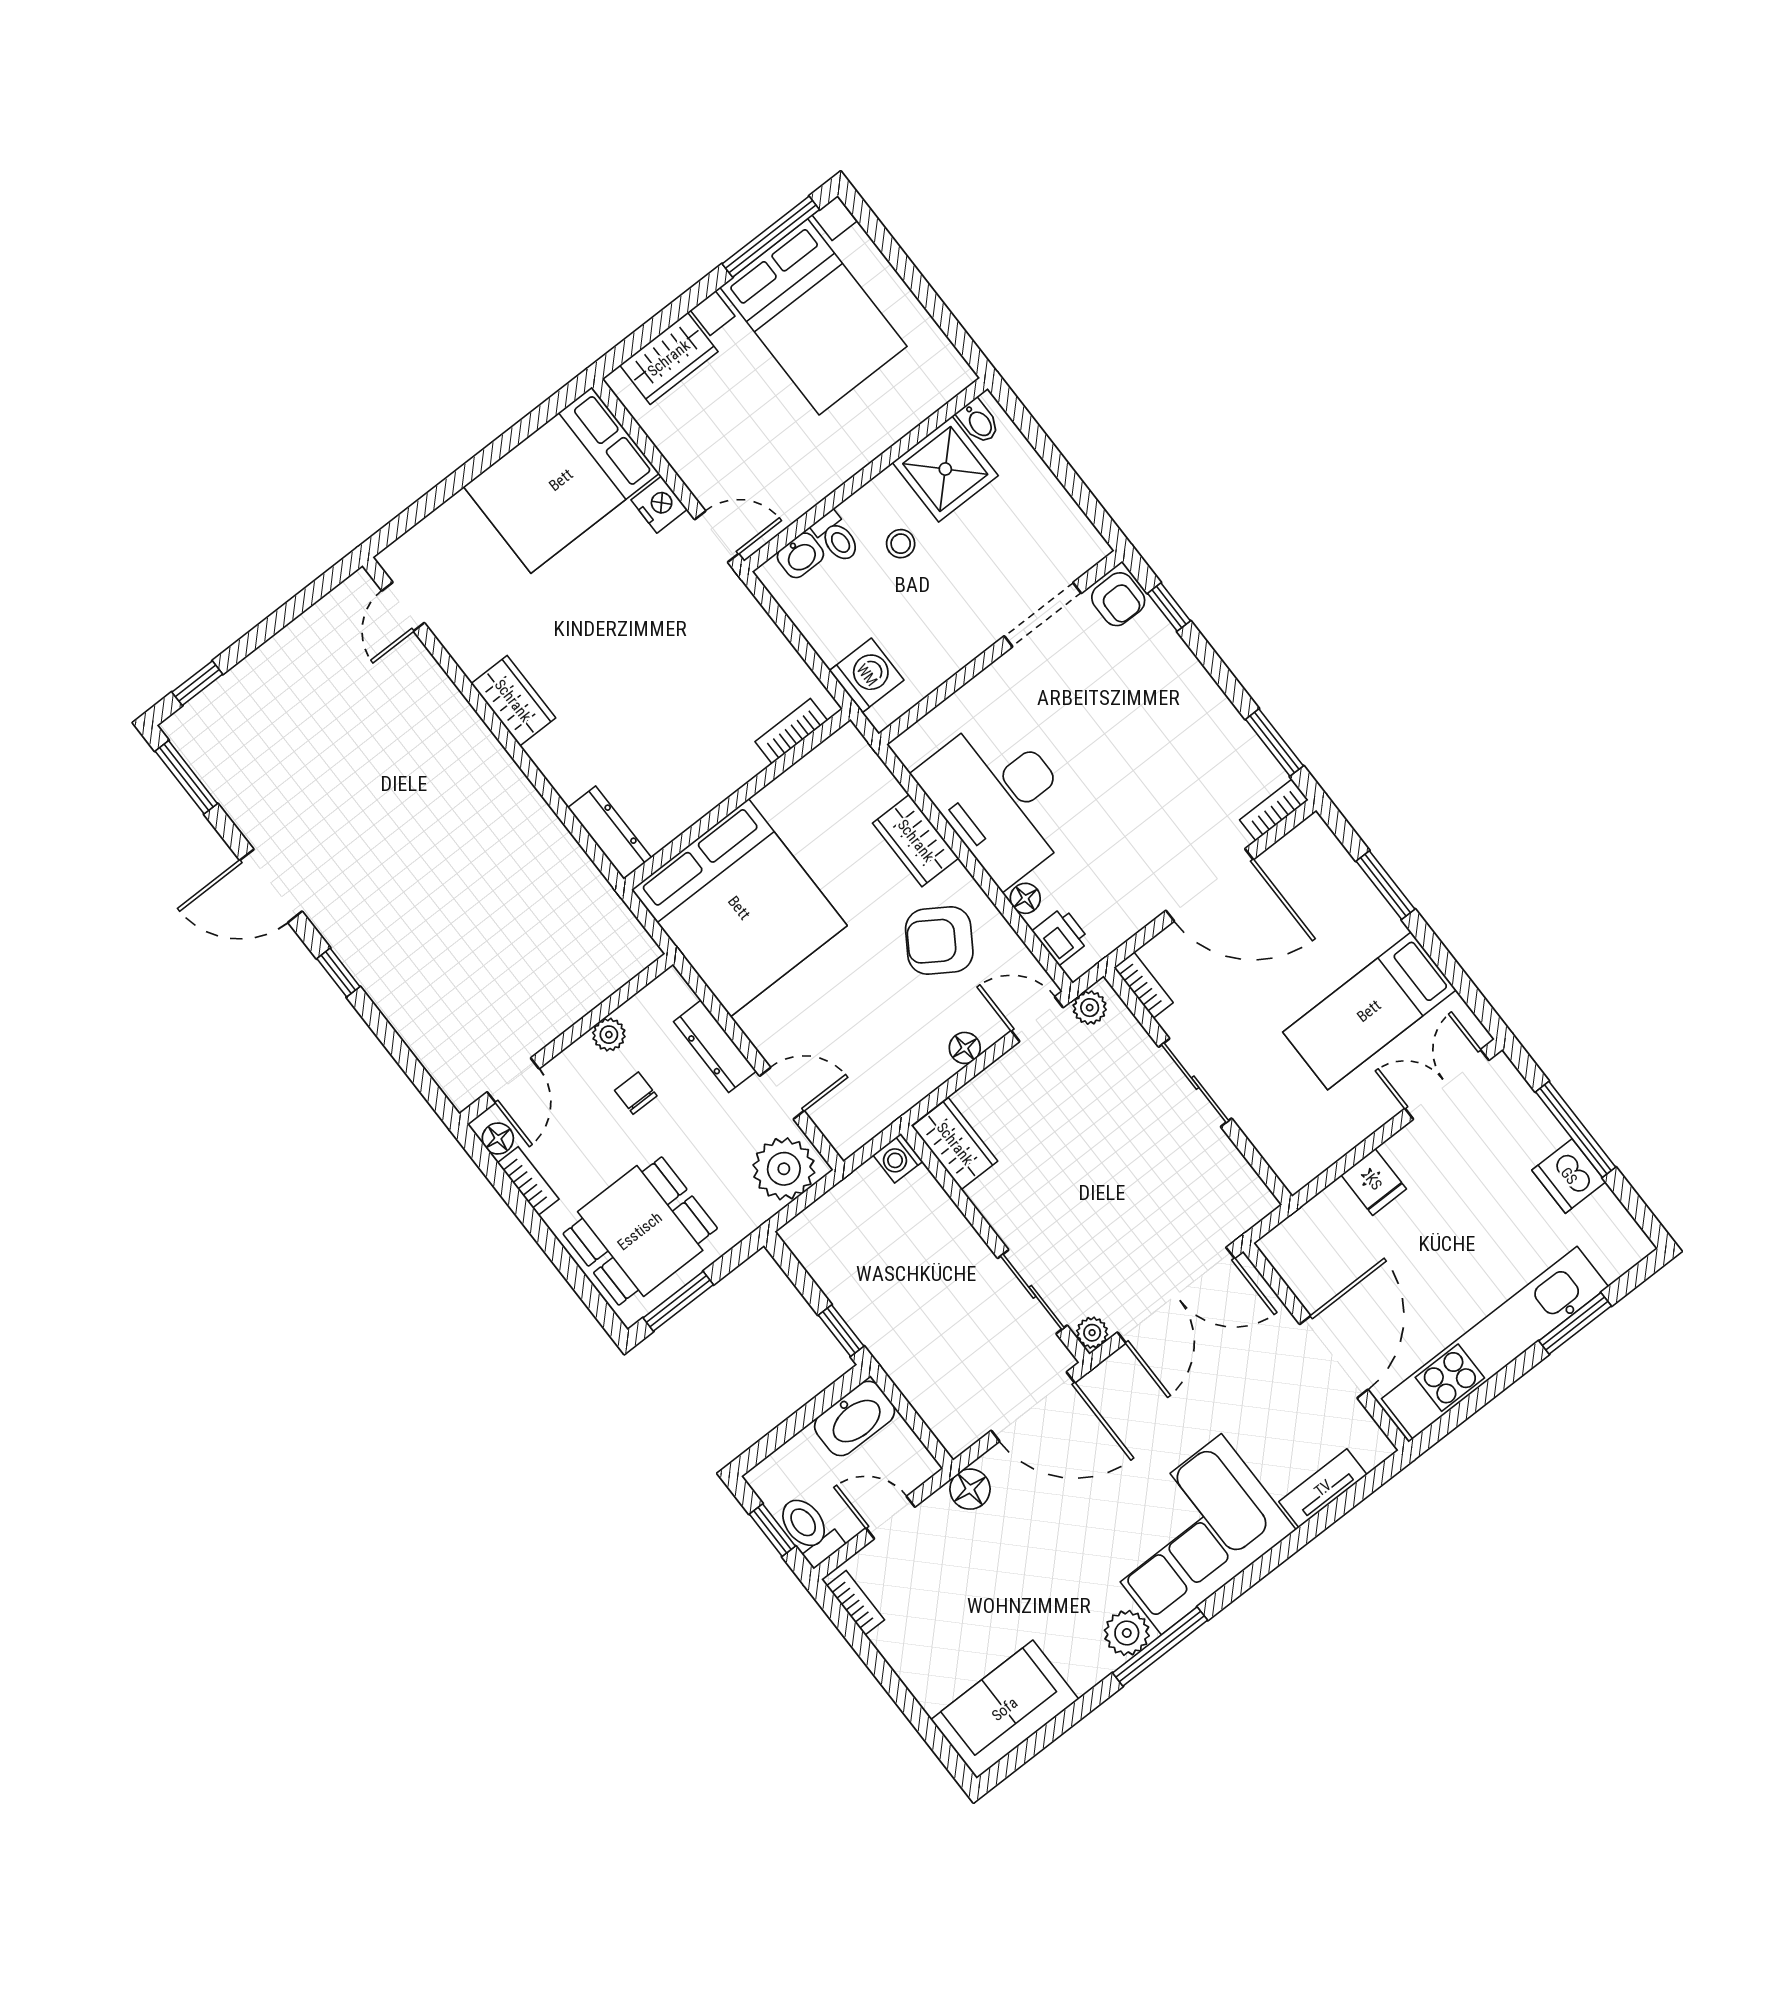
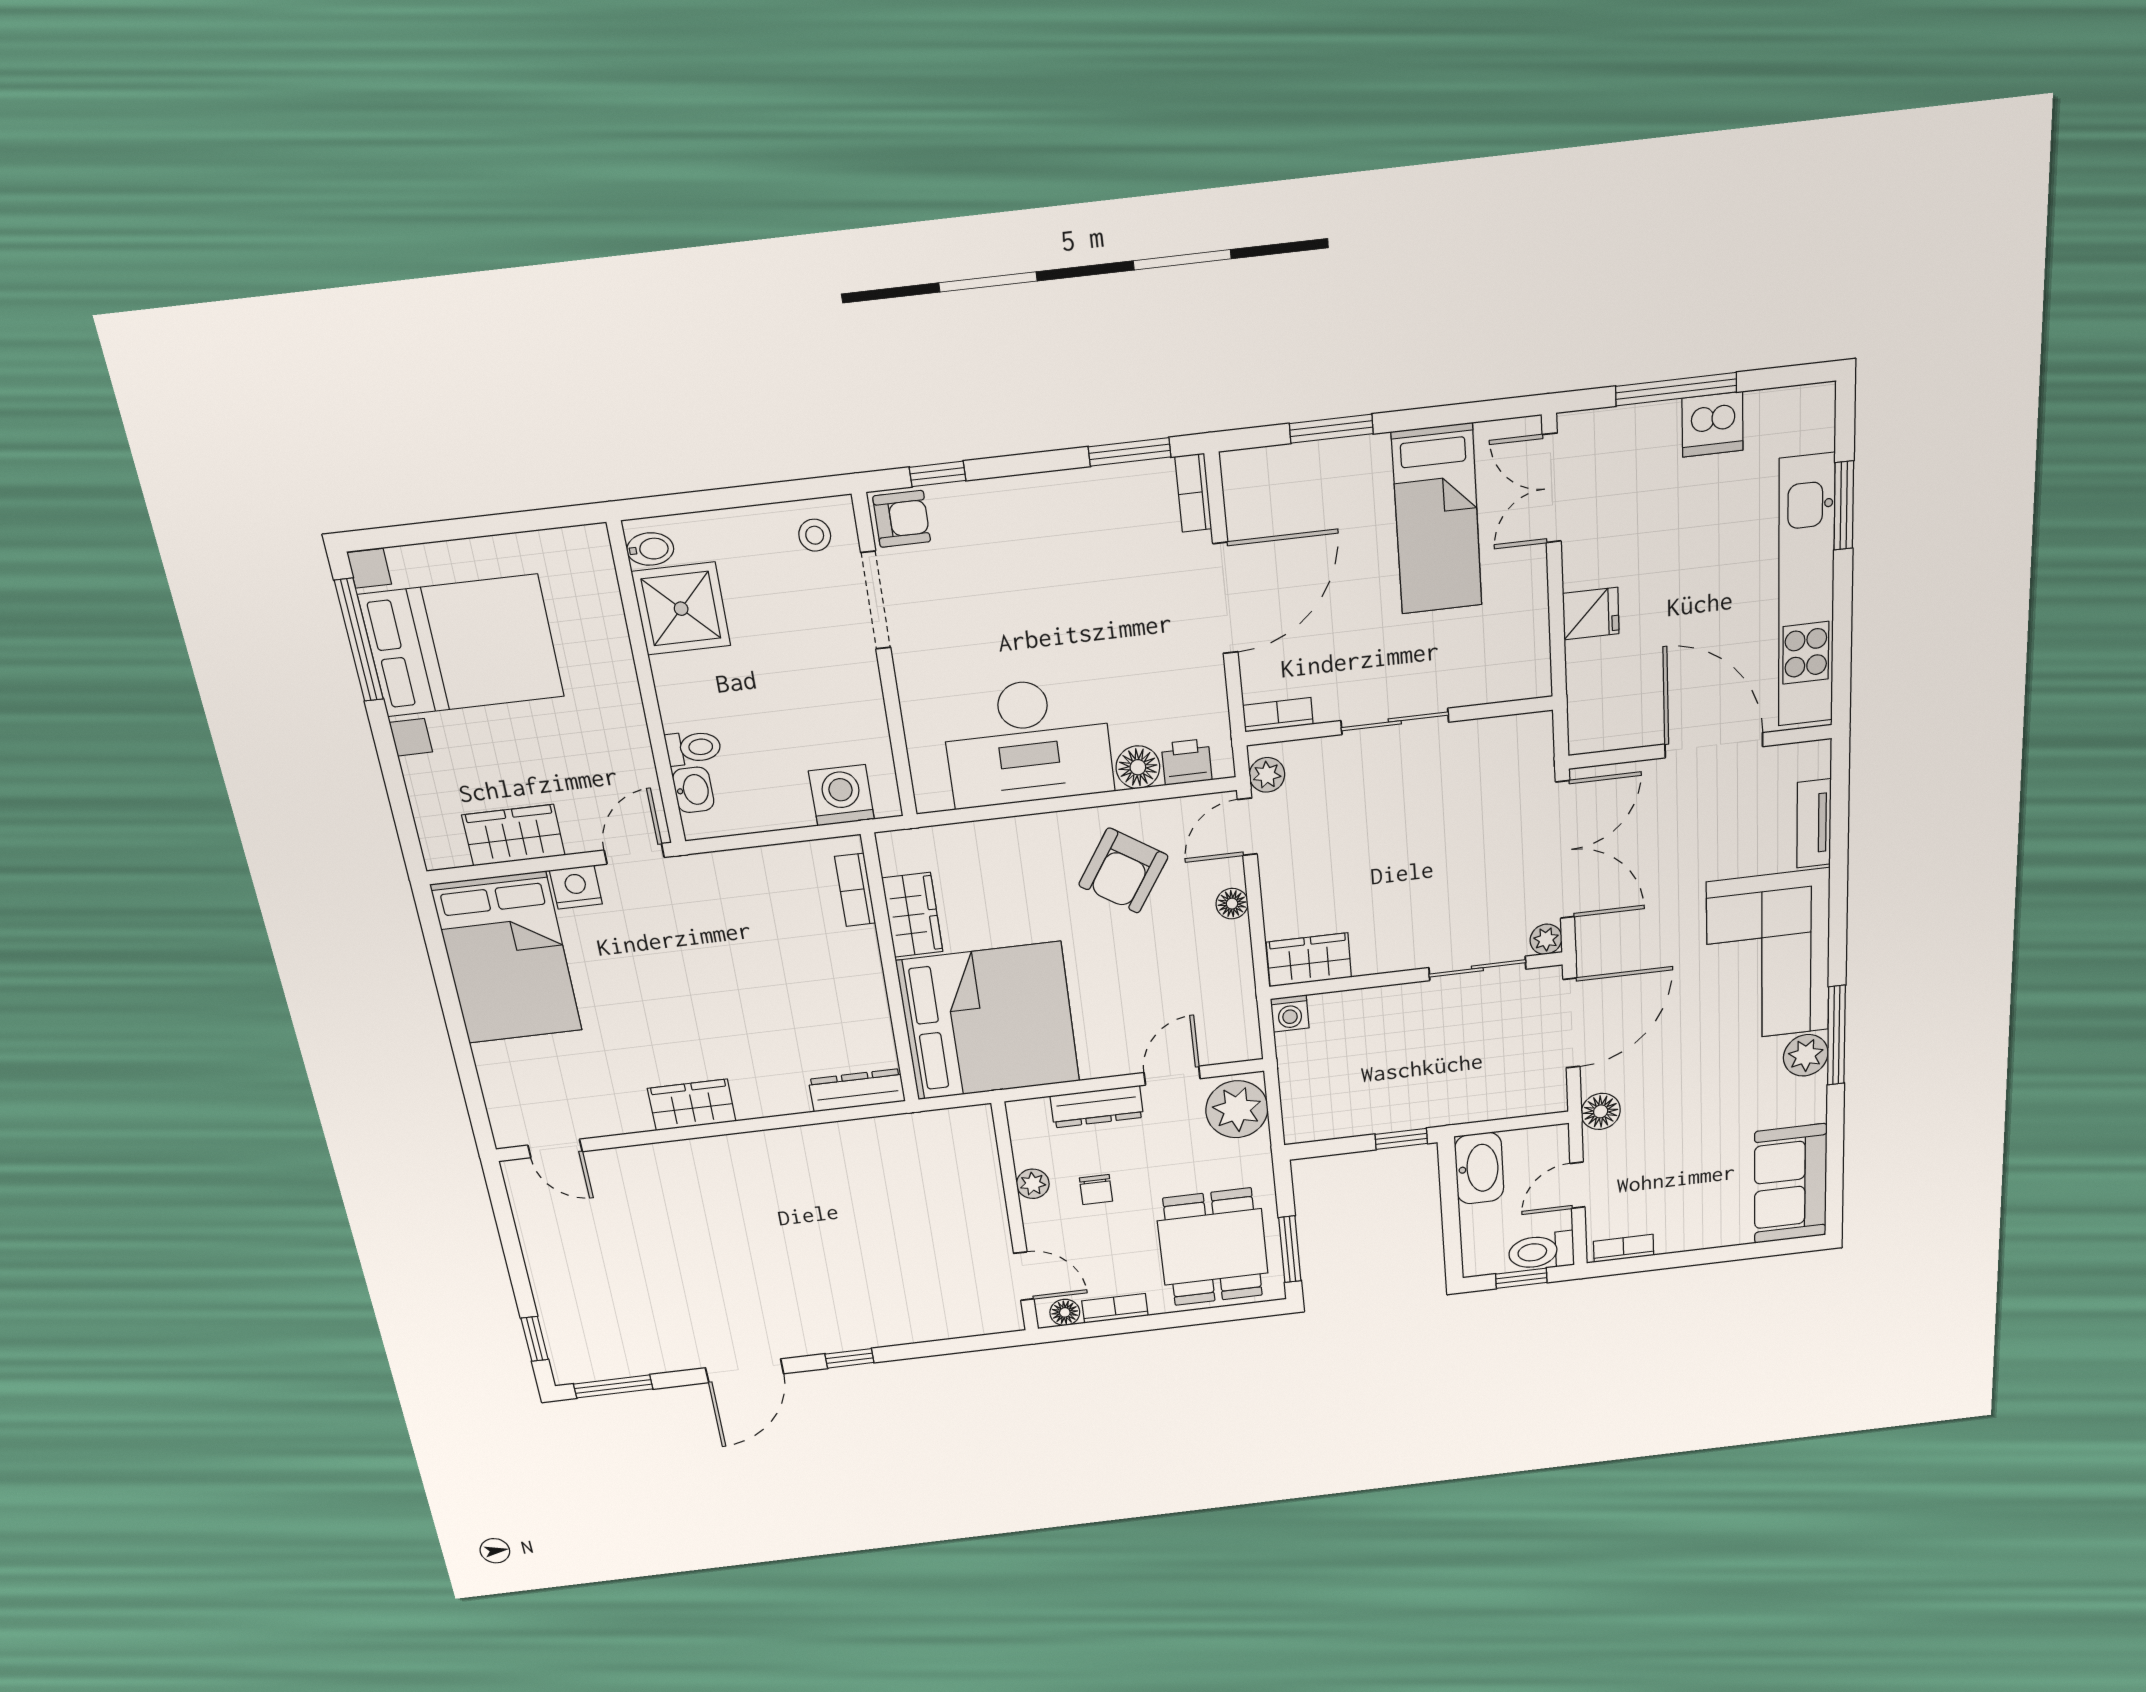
wardrobe: (669, 358) -> (514, 835), moved, turned -90
stool: (901, 544) -> (815, 535), moved
wardrobe: (916, 841) -> (912, 915), moved, turned -90
floor lamp: (1025, 898) -> (1138, 767), width x1.37, depth x1.37
chair: (636, 1093) -> (1096, 1189), turned -90

